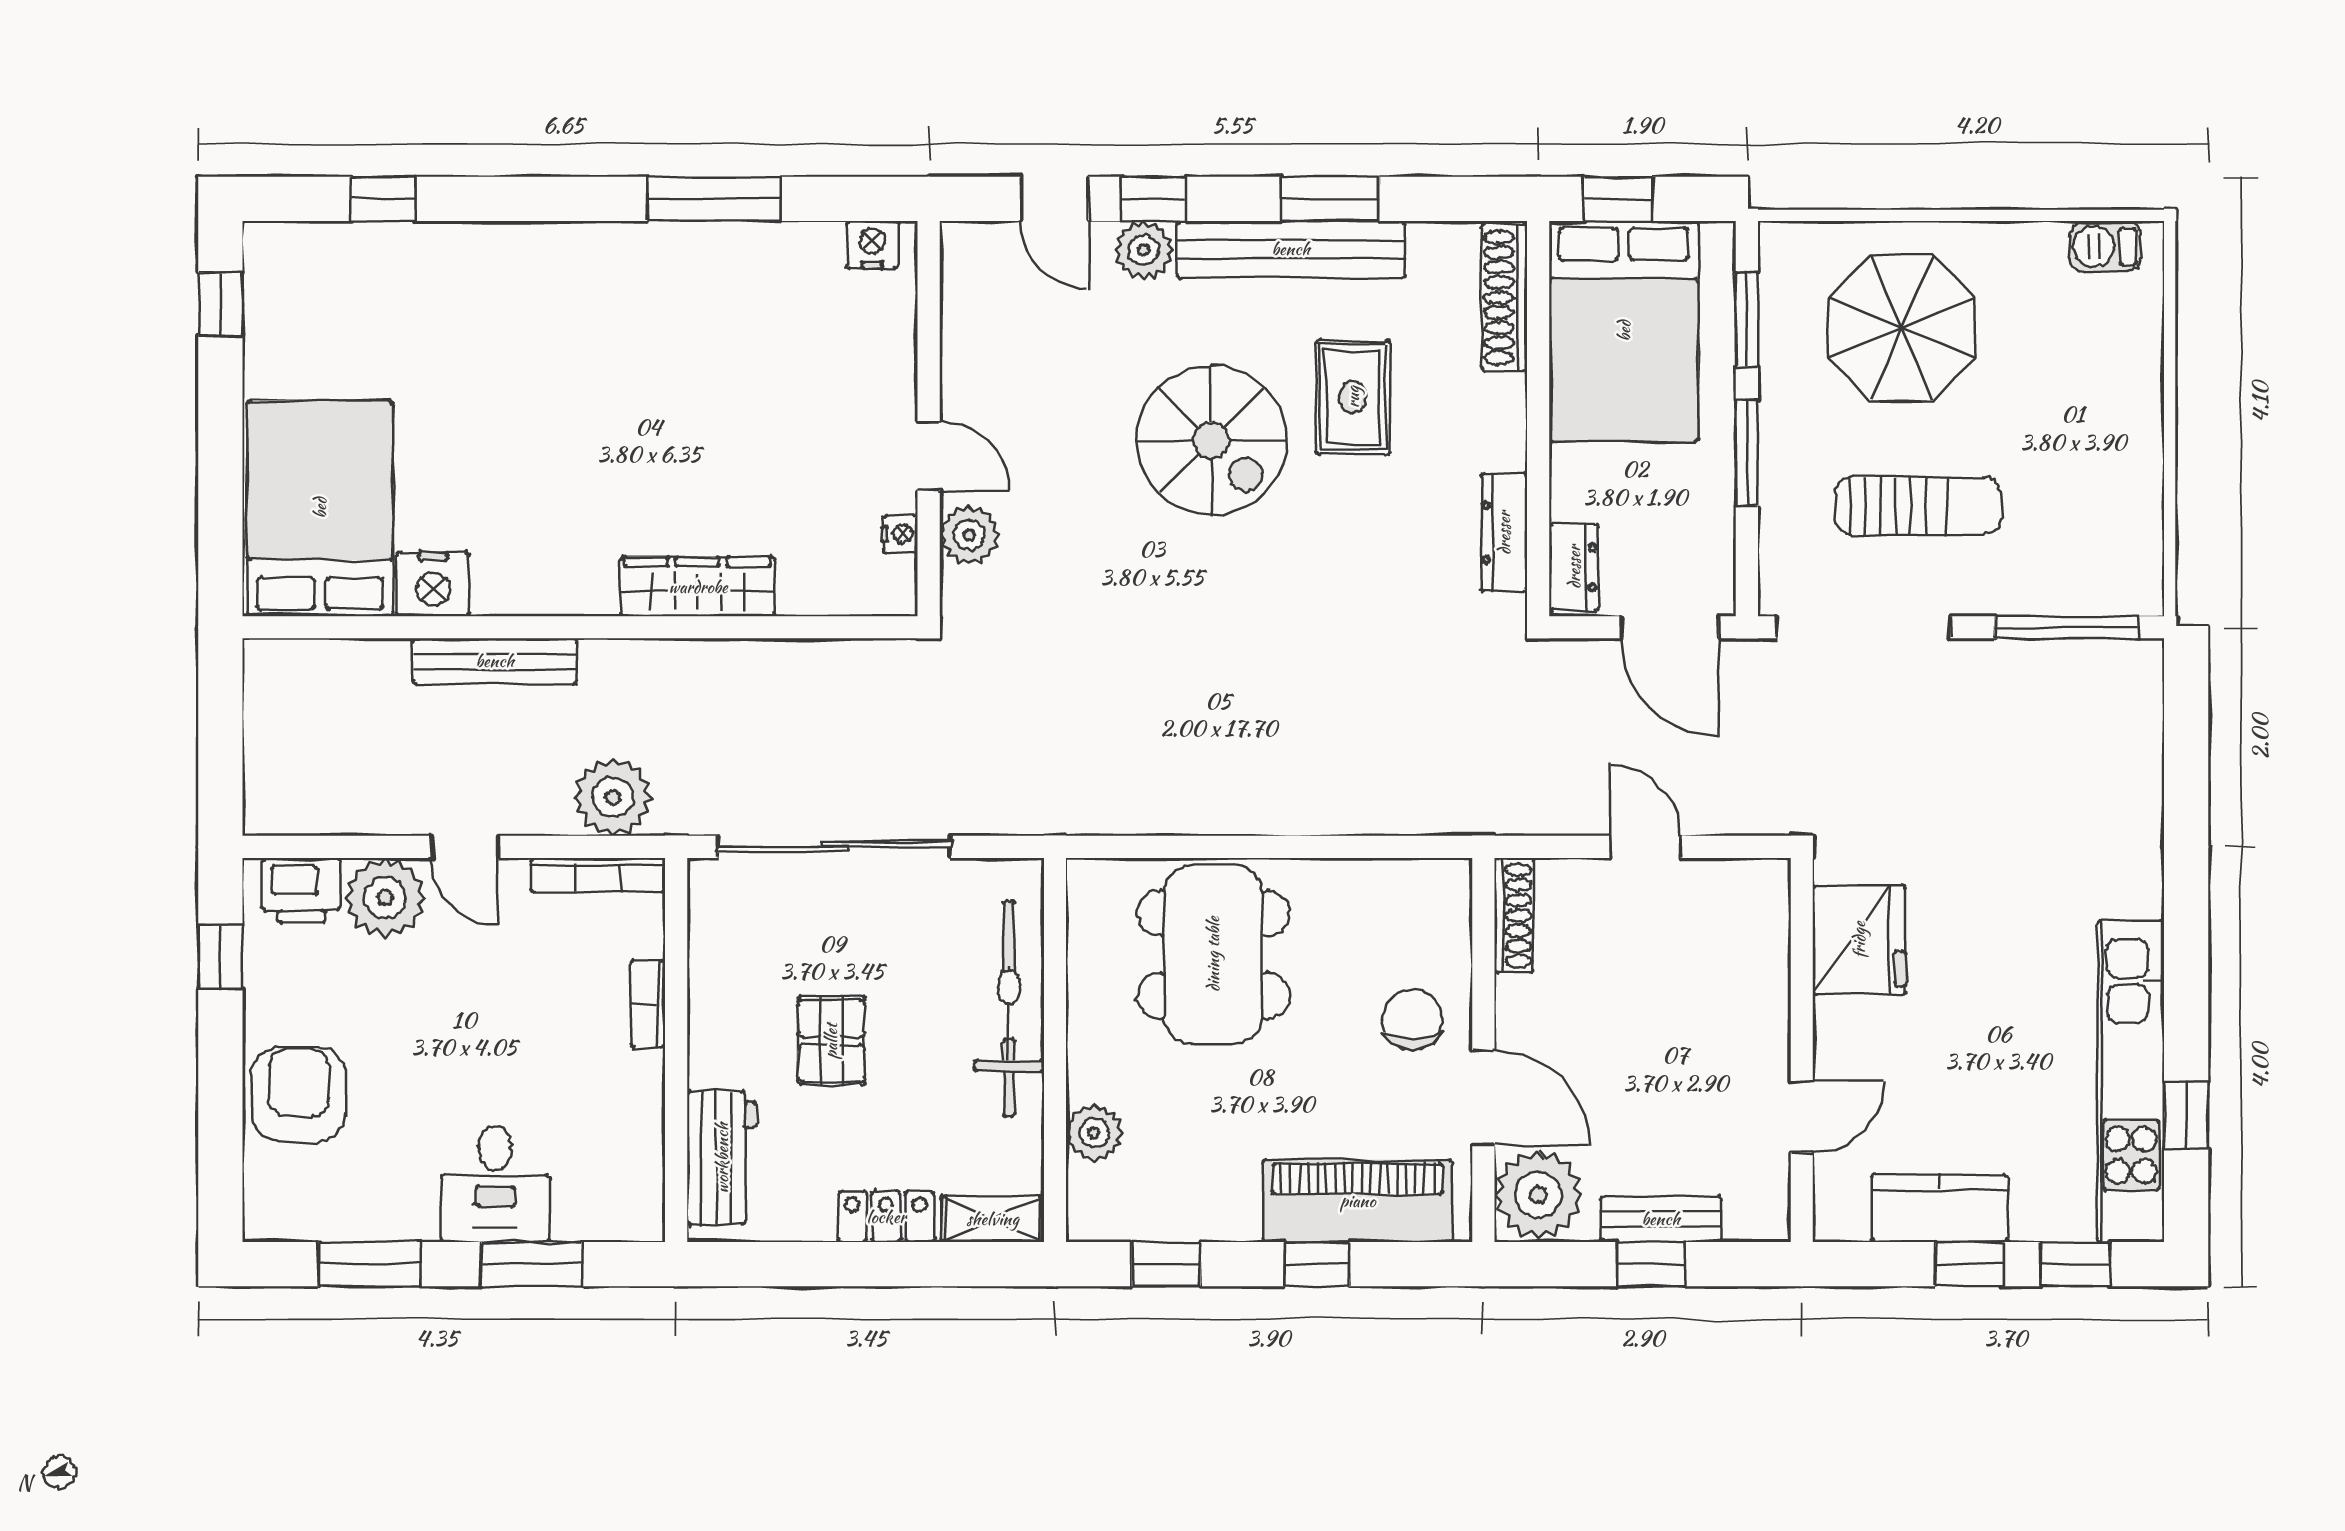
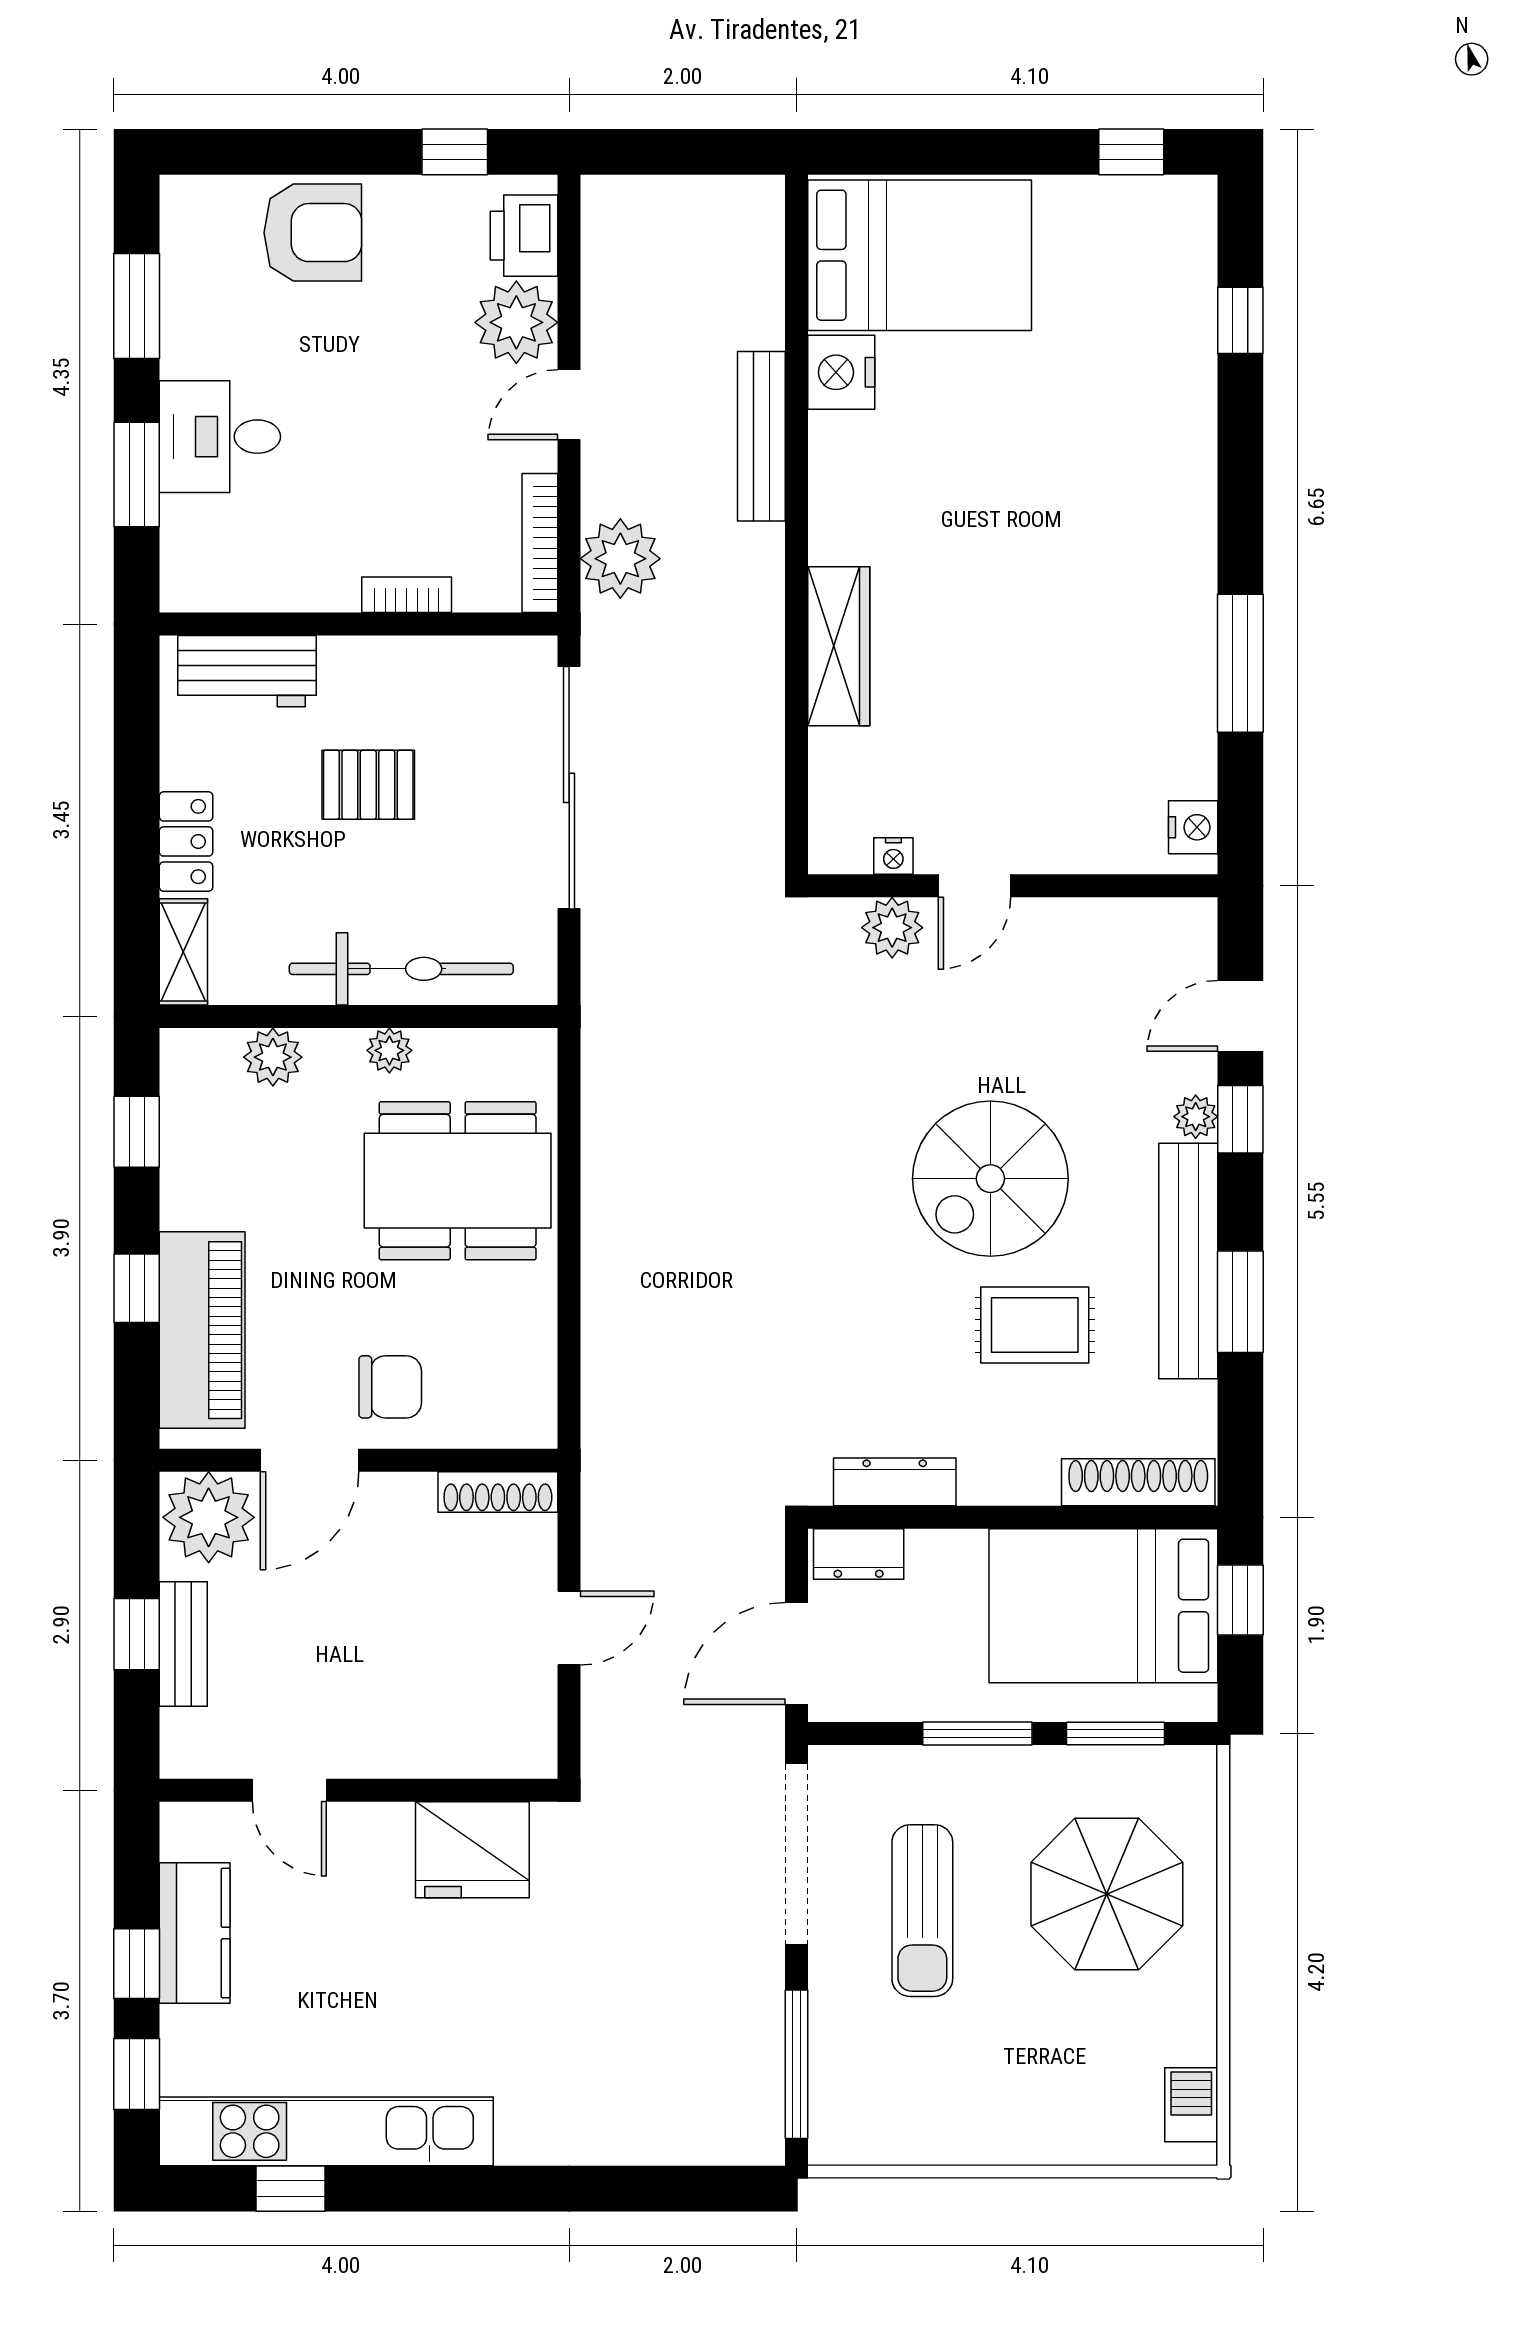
plant: (1144, 250) -> (1196, 1117), width x0.73, depth x0.73
plant: (1088, 1020) -> (389, 1050), added

